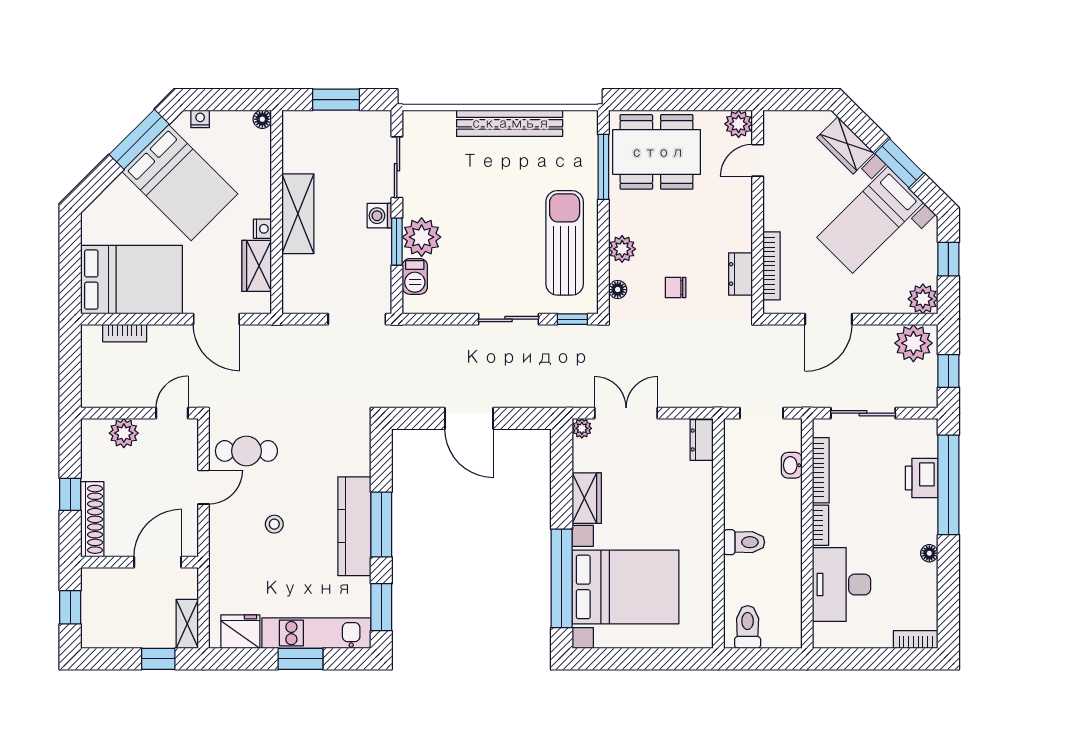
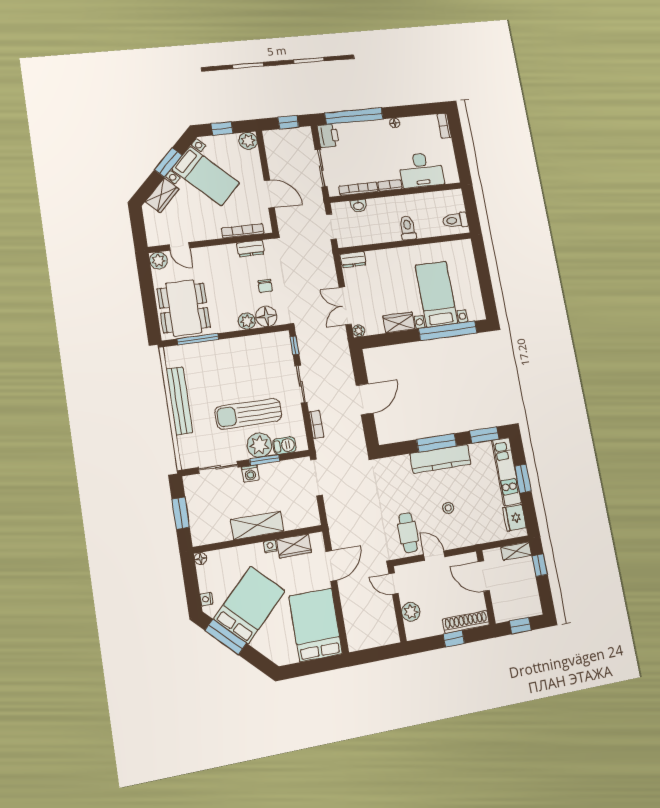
sun lounger: (565, 243) -> (248, 414), moved
floor lamp: (618, 290) -> (266, 316), width x1.89, depth x1.89
bookcase: (125, 333) -> (316, 424), moved
plant: (913, 343) -> (275, 144), removed
printer: (922, 478) -> (328, 136), moved, turned -90
bed with nightstands: (625, 587) -> (436, 294), width x0.73

